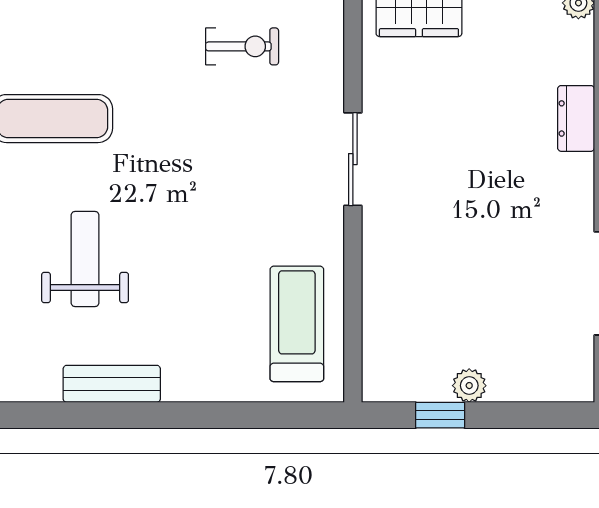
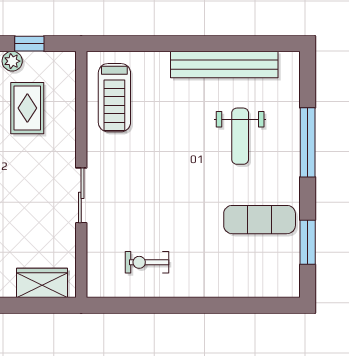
rug: (444, 306) -> (27, 108), added
bench: (112, 384) -> (224, 64), width x1.86, depth x1.21

